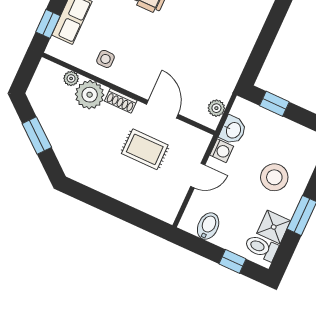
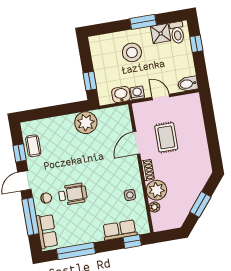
plant: (216, 108) -> (86, 123), moved, width x1.87, depth x1.87
bidet: (208, 226) -> (188, 84), moved

